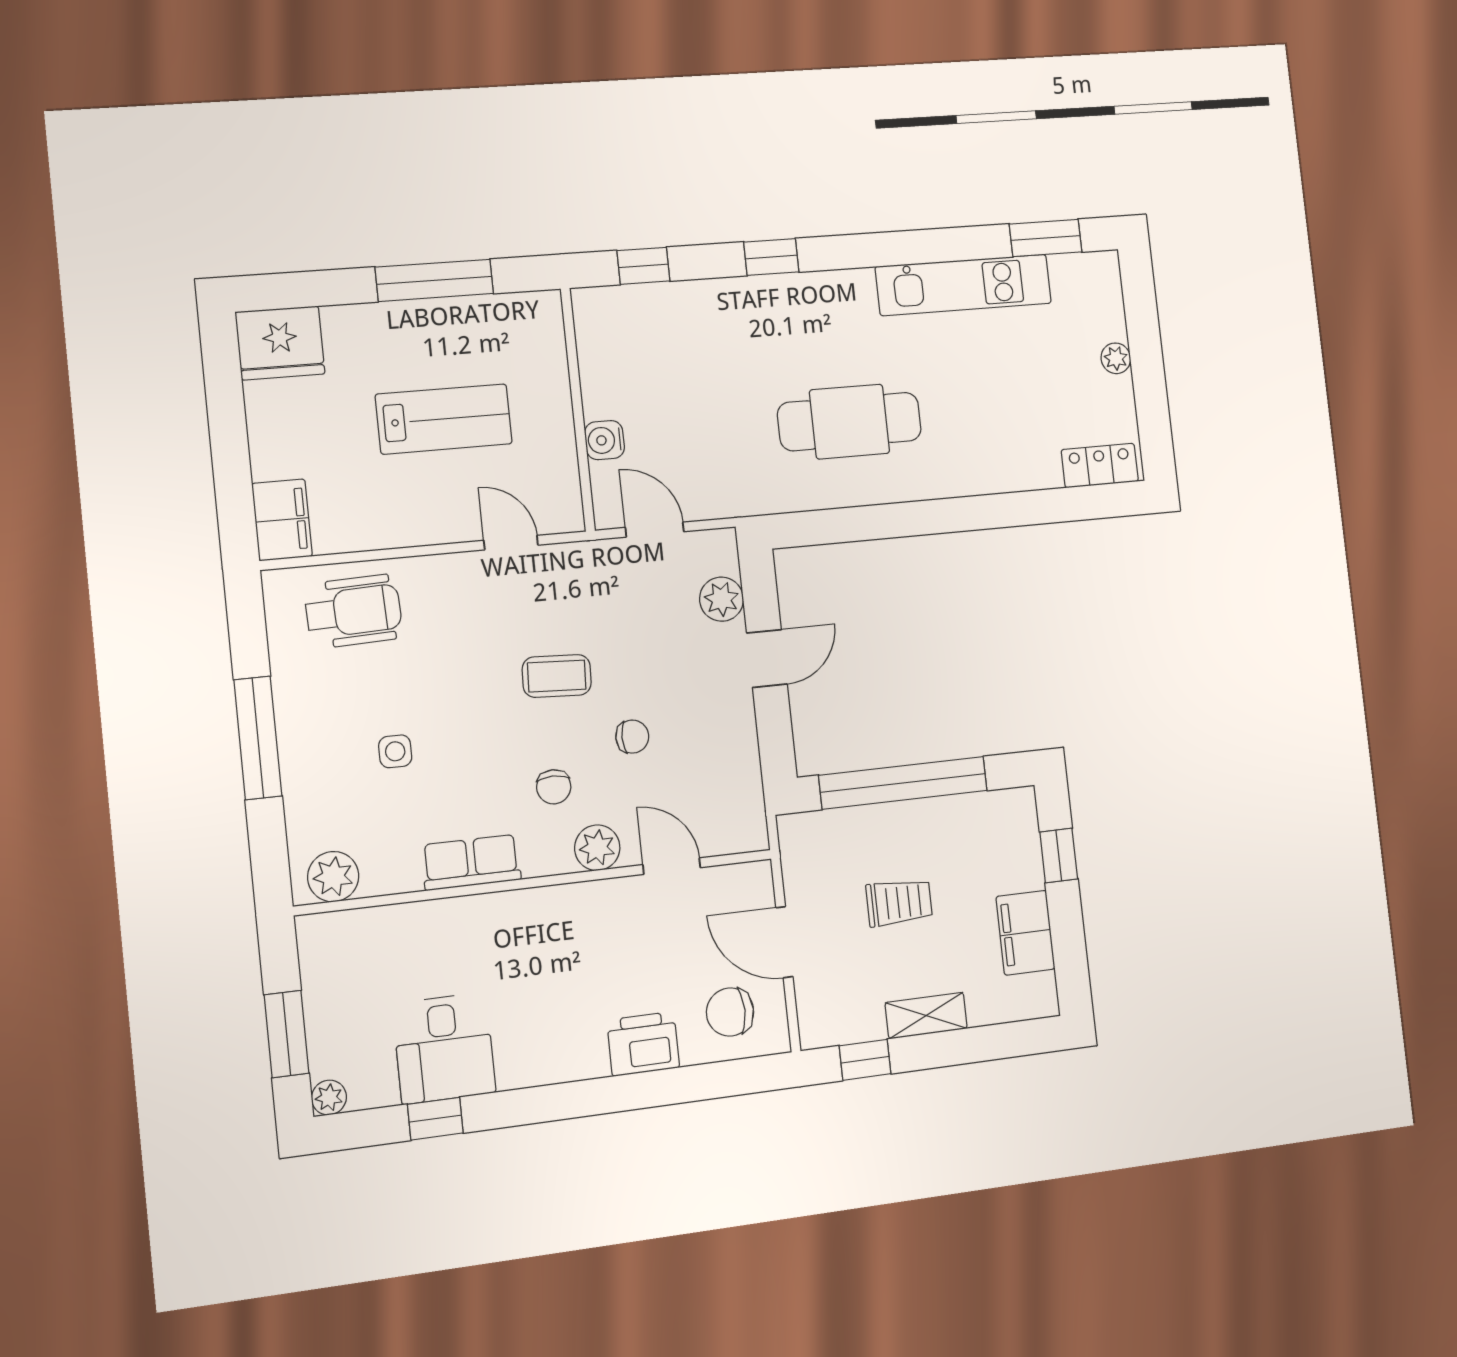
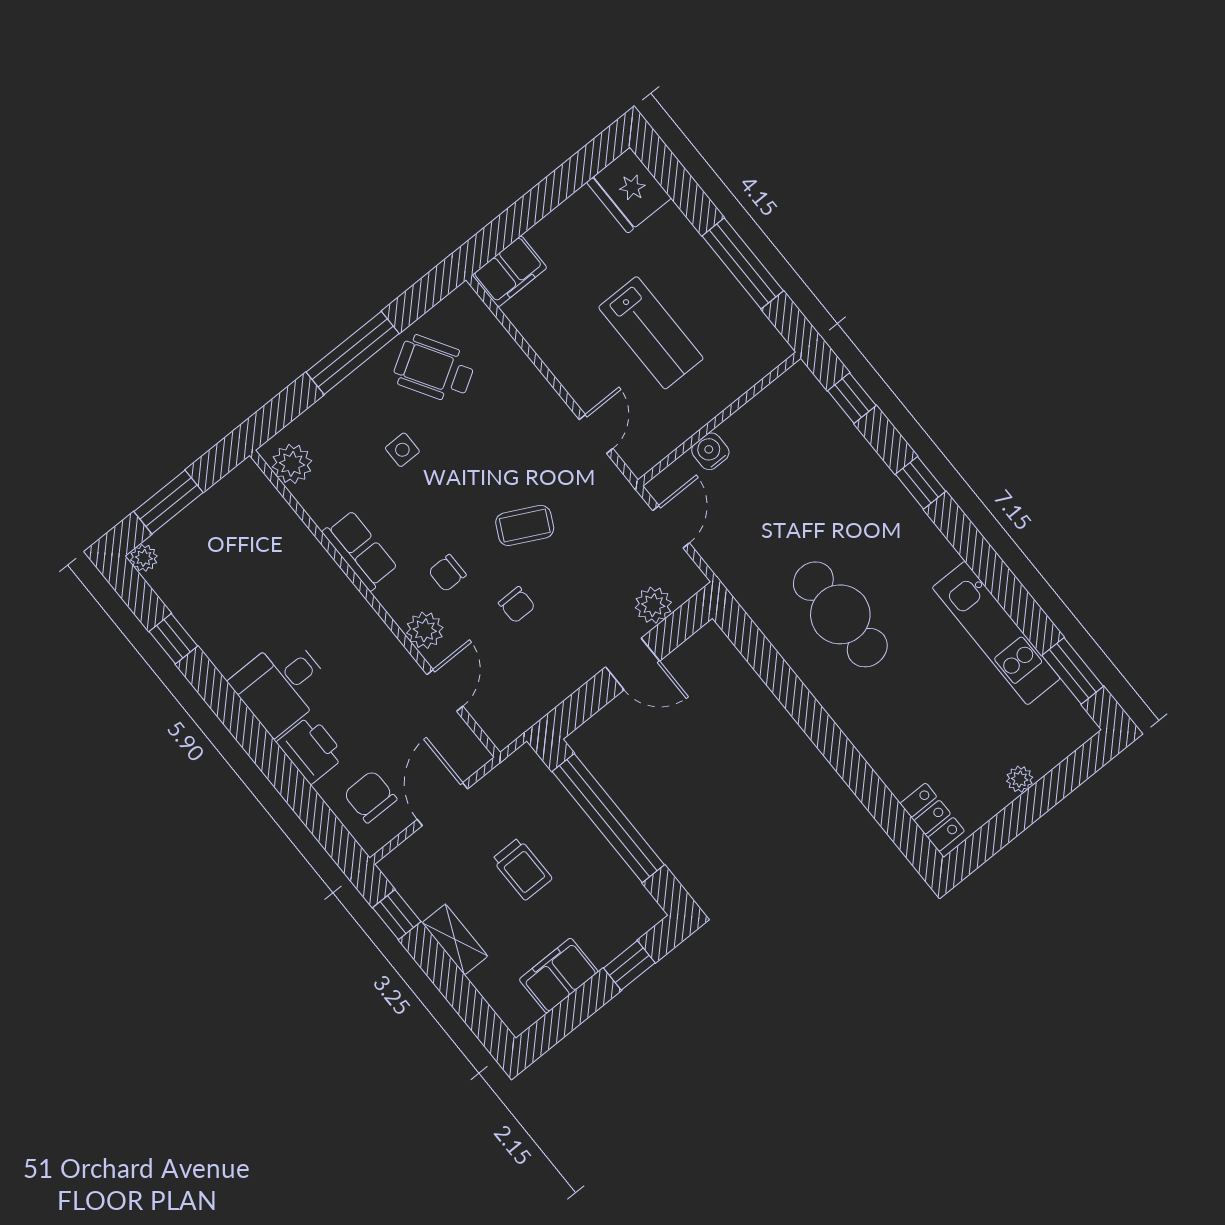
wheelchair: (353, 611) -> (434, 369), moved, turned 151
coffee table: (557, 676) -> (525, 525), turned -66
desk: (444, 1048) -> (282, 685), moved

